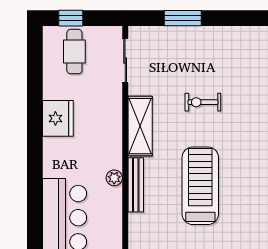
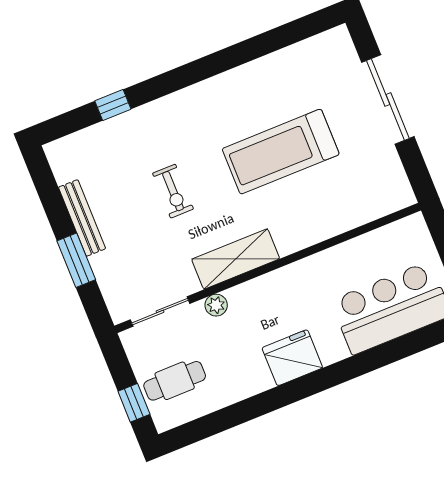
fridge: (58, 118) -> (292, 358), moved
plant: (114, 178) -> (216, 305), moved
bench: (136, 185) -> (82, 218), moved, turned 90

